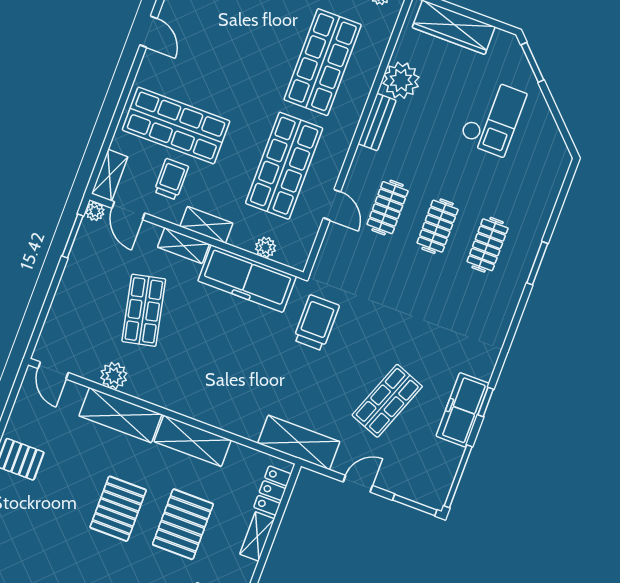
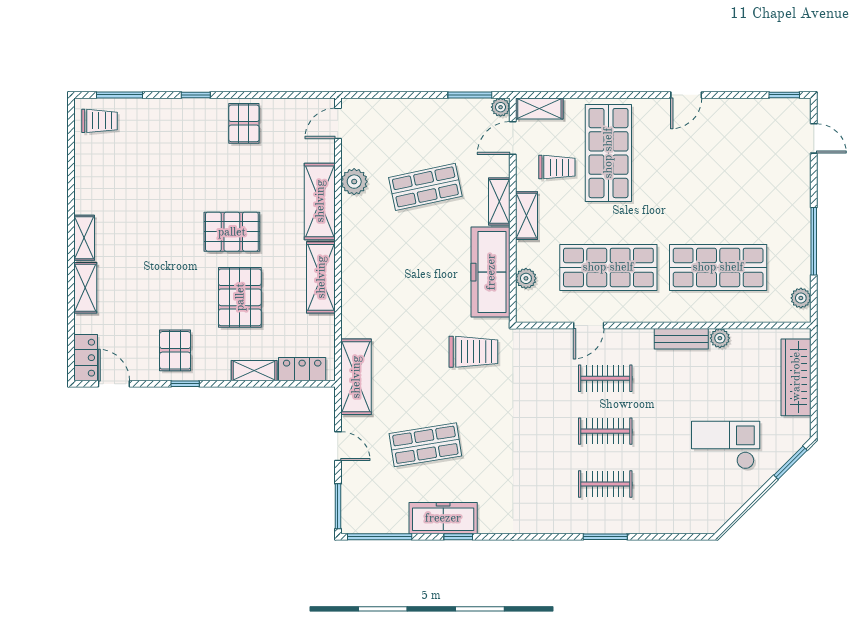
plant: (401, 80) -> (720, 338), width x0.53, depth x0.53
checkout: (493, 117) -> (726, 445), turned 180
shop shelf: (387, 401) -> (425, 445), turned -30
pallet: (183, 524) -> (240, 297), turned 90

